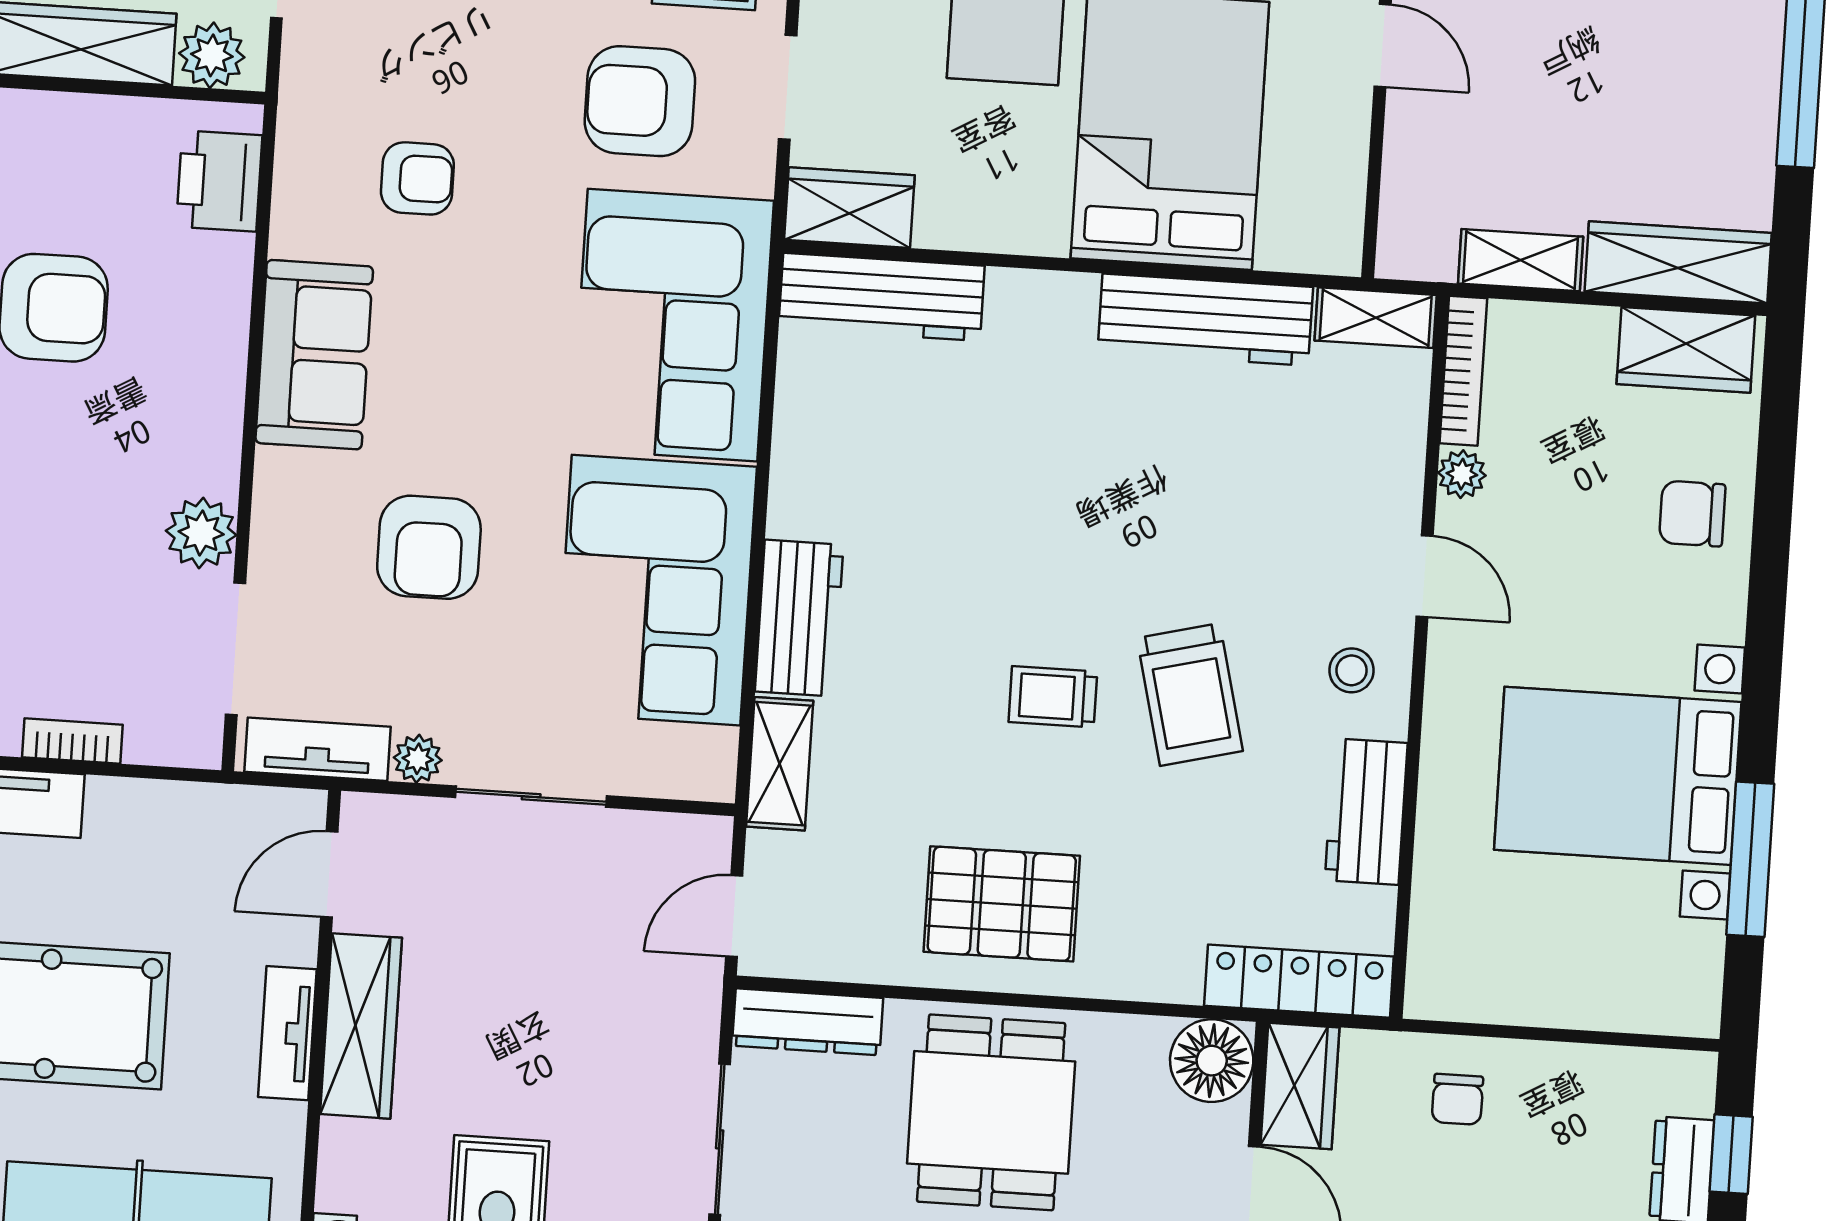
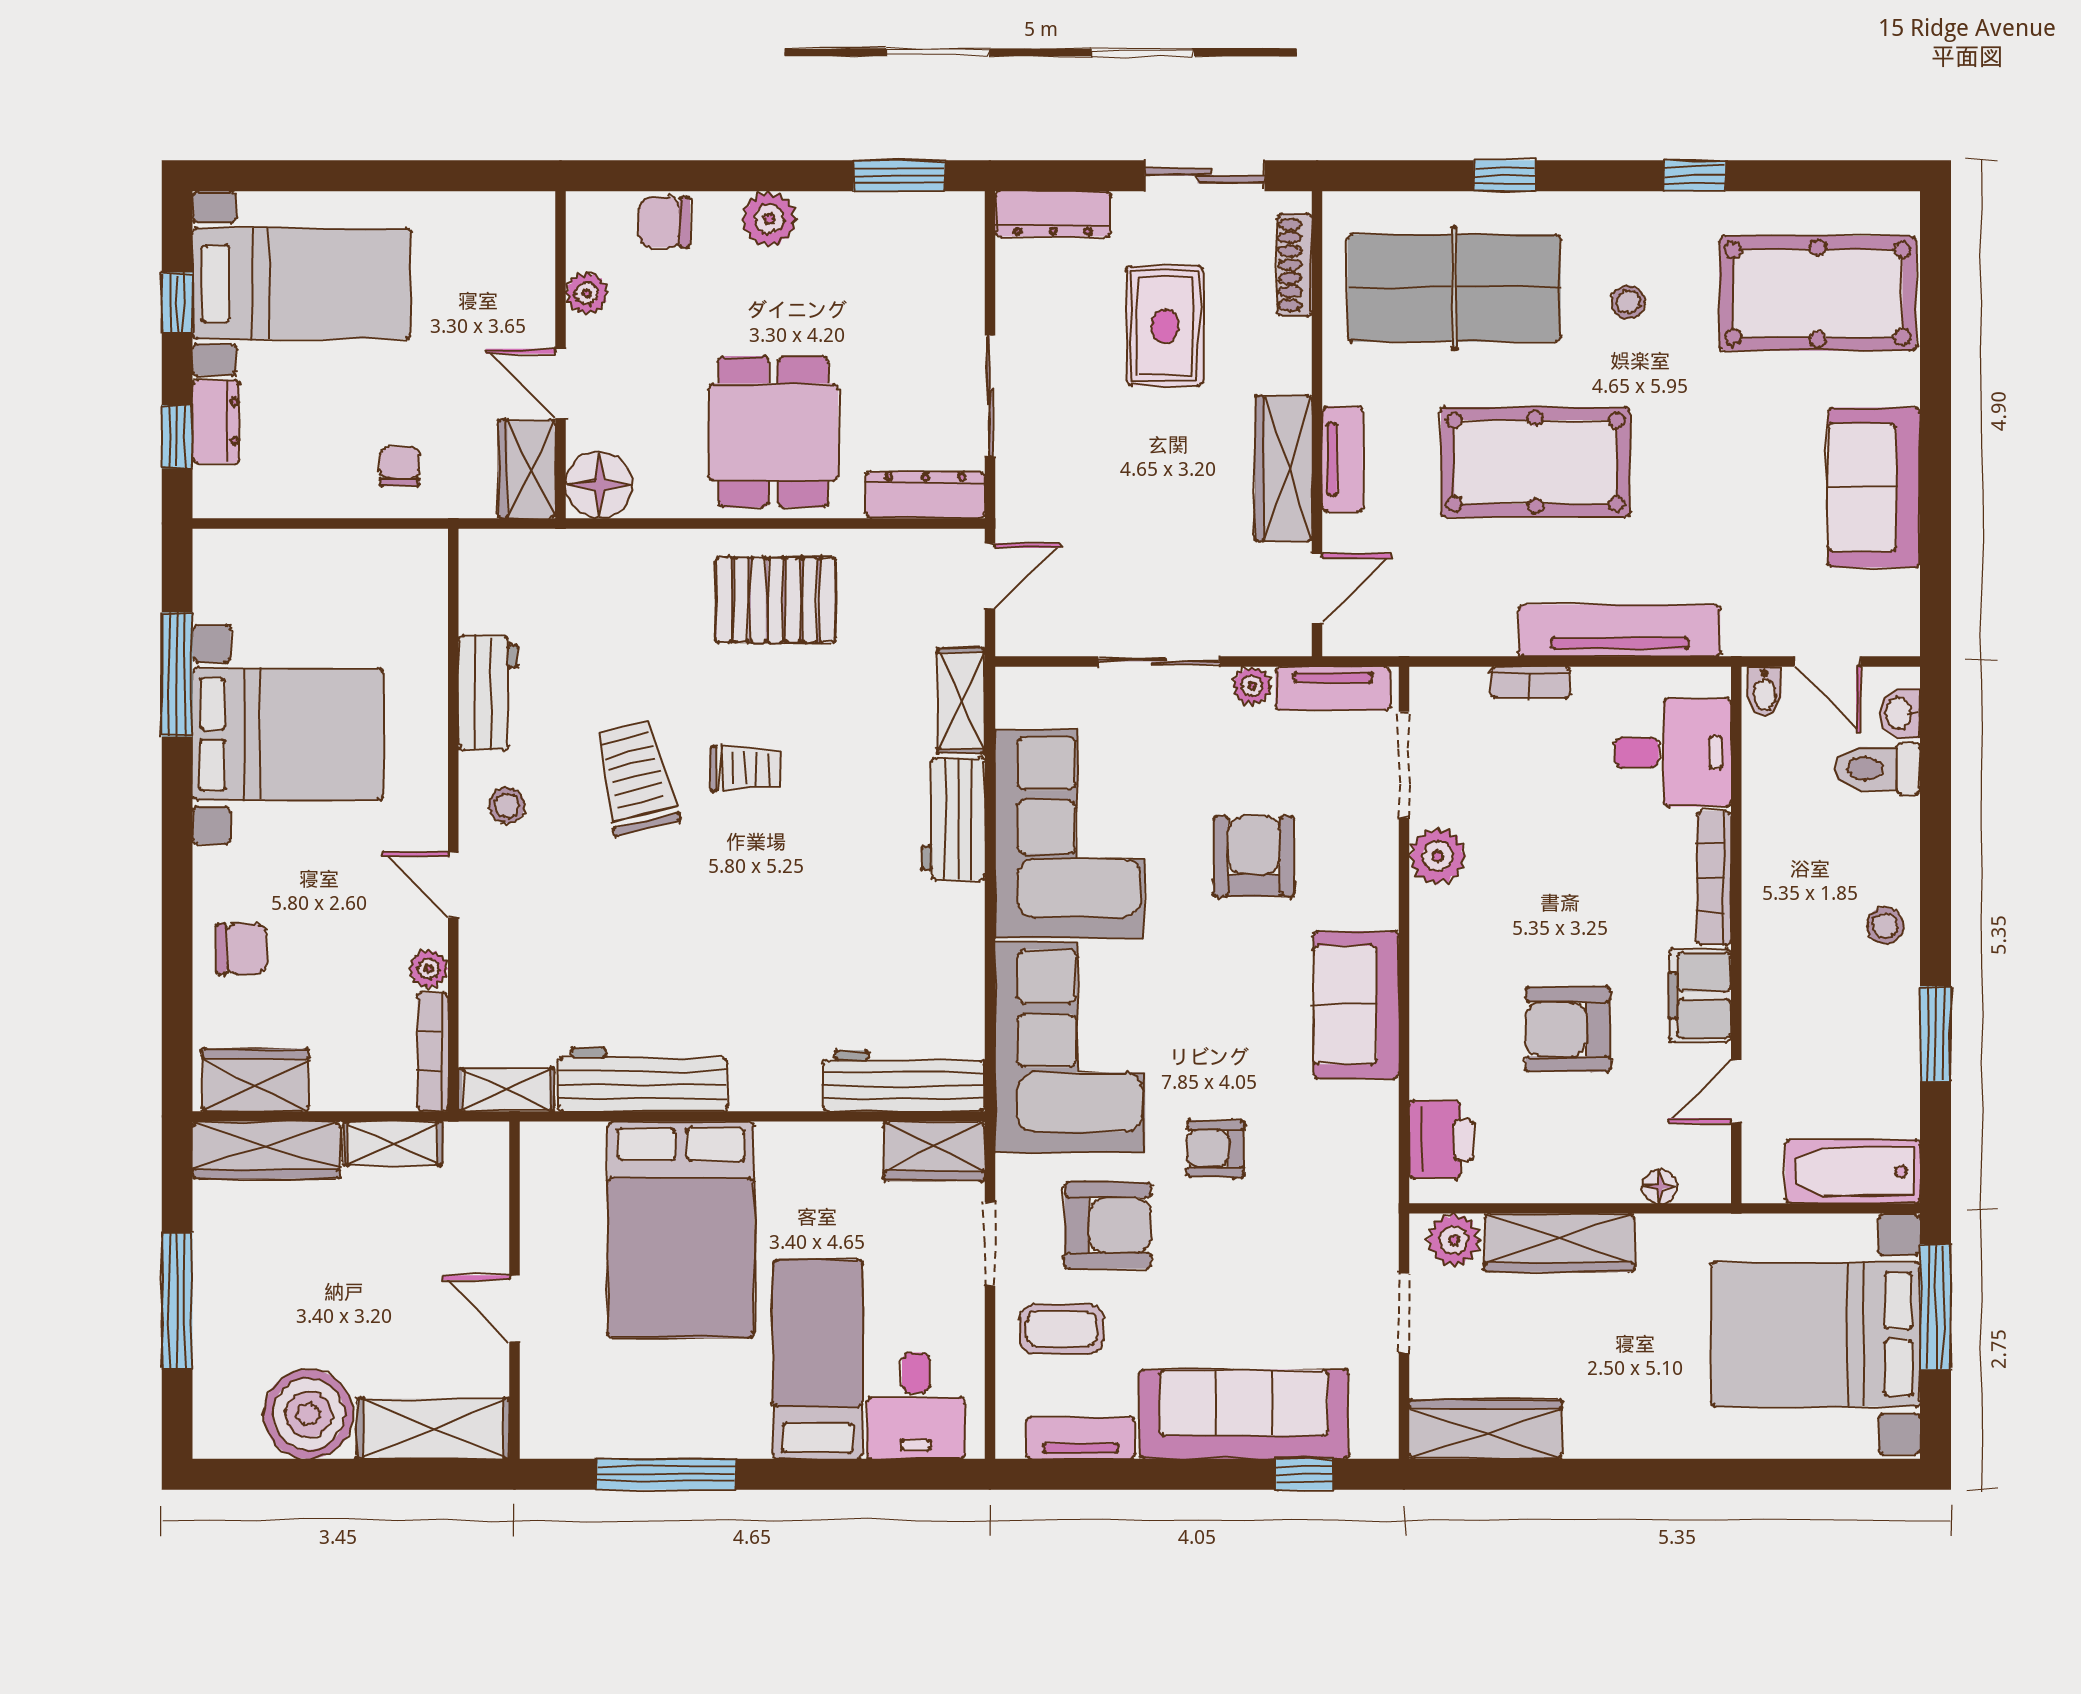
armchair: (417, 178) -> (1216, 1149), moved
locker: (1299, 981) -> (533, 553), removed

